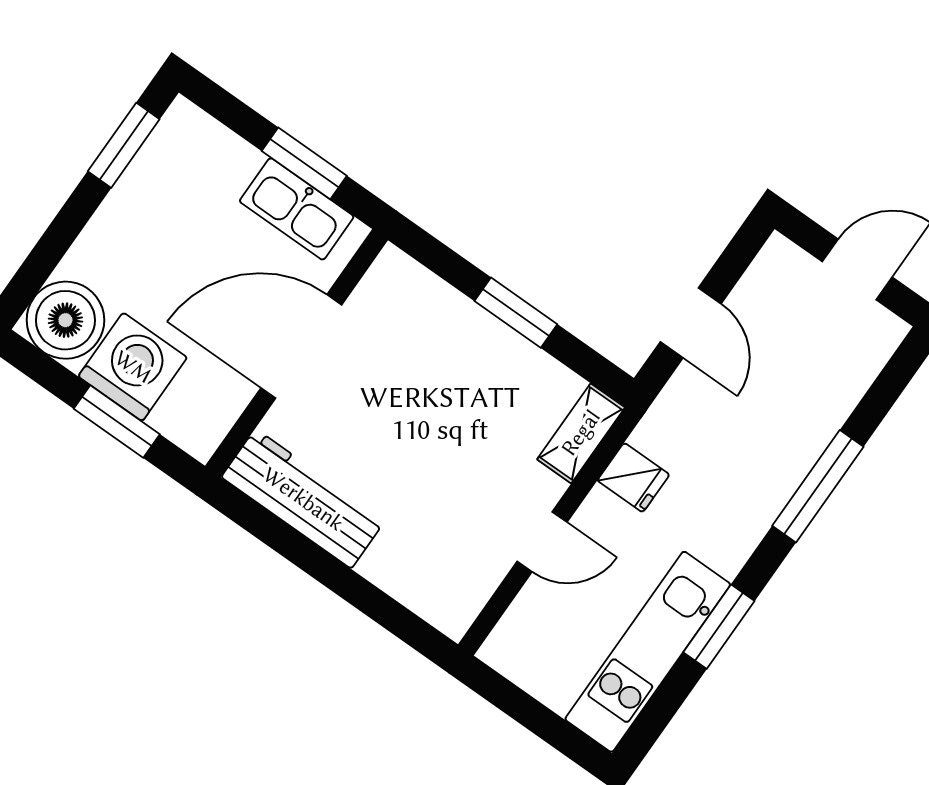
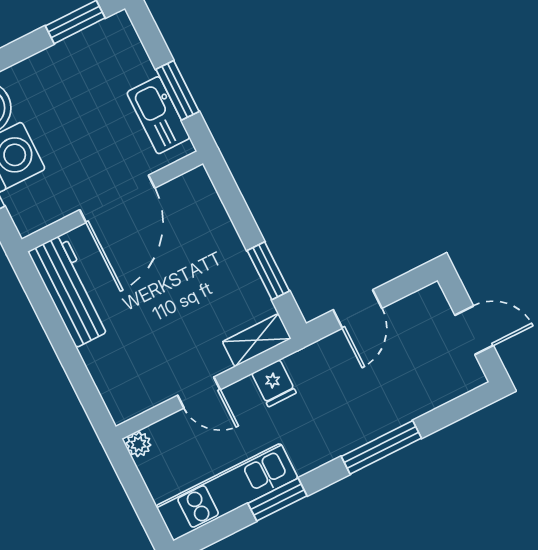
window: (516, 313) -> (268, 271), moved
door: (301, 346) -> (117, 199), swing flipped
plant: (499, 651) -> (138, 444), added

